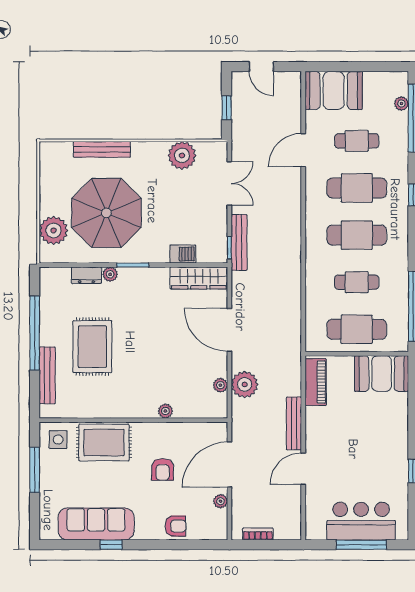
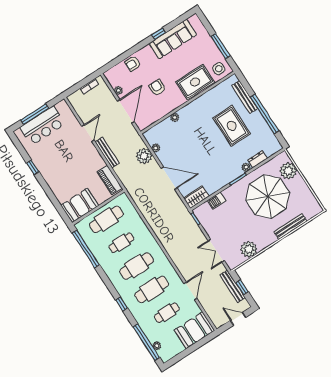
bench: (239, 242) -> (233, 286), moved
wardrobe: (199, 278) -> (196, 197), width x0.67

